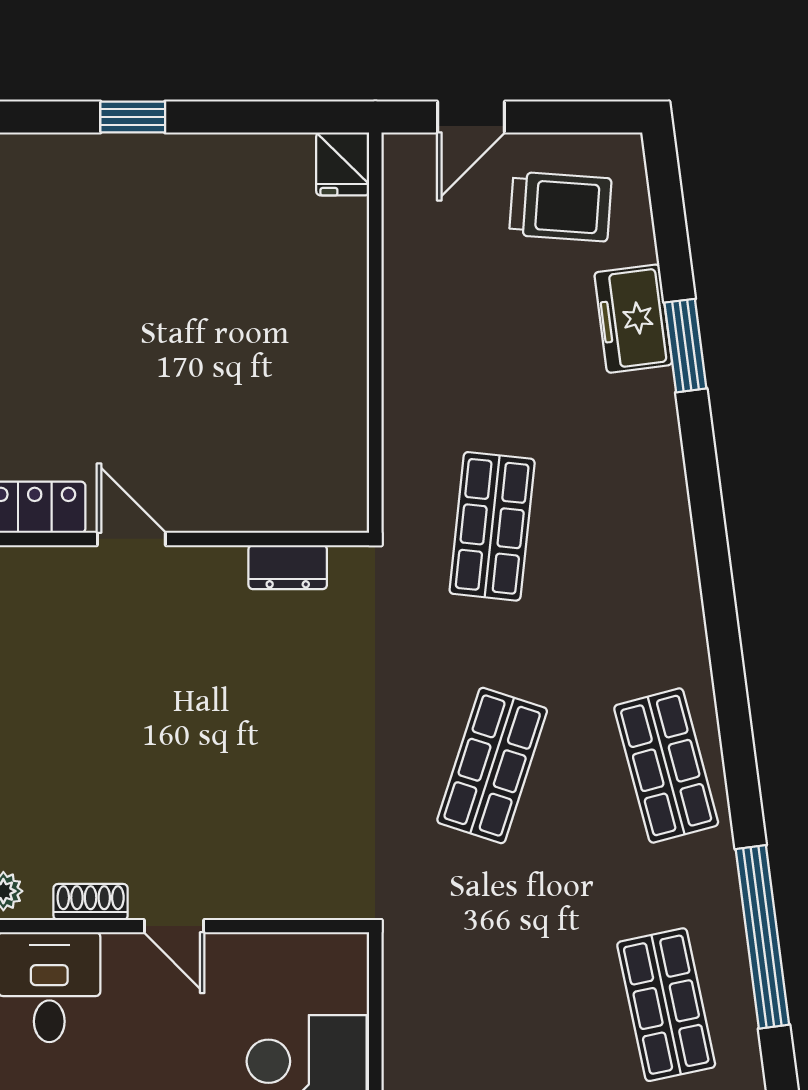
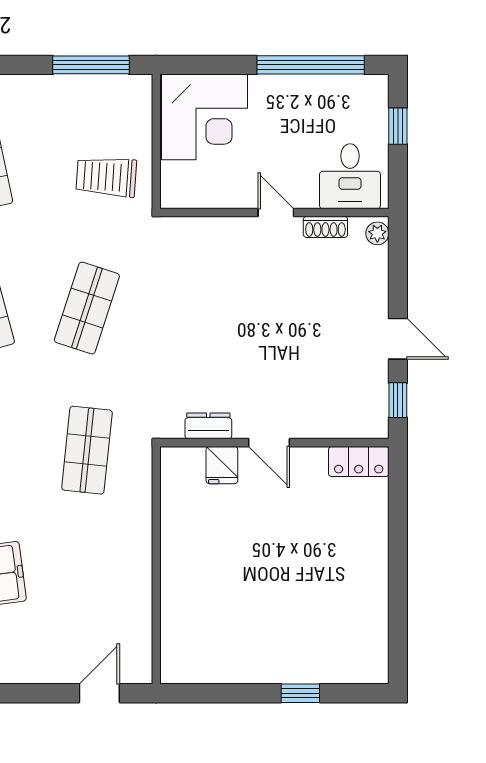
fridge: (343, 164) -> (222, 465), moved, turned 180
trolley: (560, 207) -> (106, 177), moved
door: (131, 539) -> (269, 443), moved

